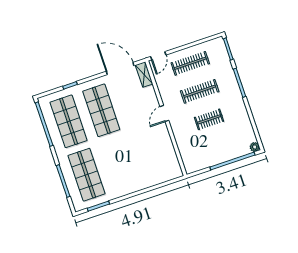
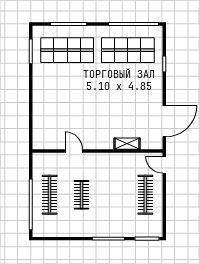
shelving: (144, 74) -> (127, 144), moved
clothes rail: (200, 91) -> (50, 195), moved
shop shelf: (101, 110) -> (128, 87), removed
door: (164, 114) -> (74, 151), moved
plant: (255, 147) -> (37, 232), removed

